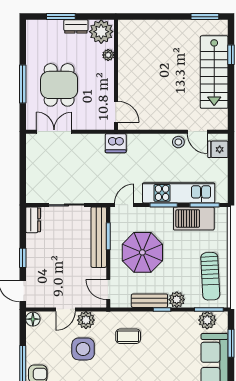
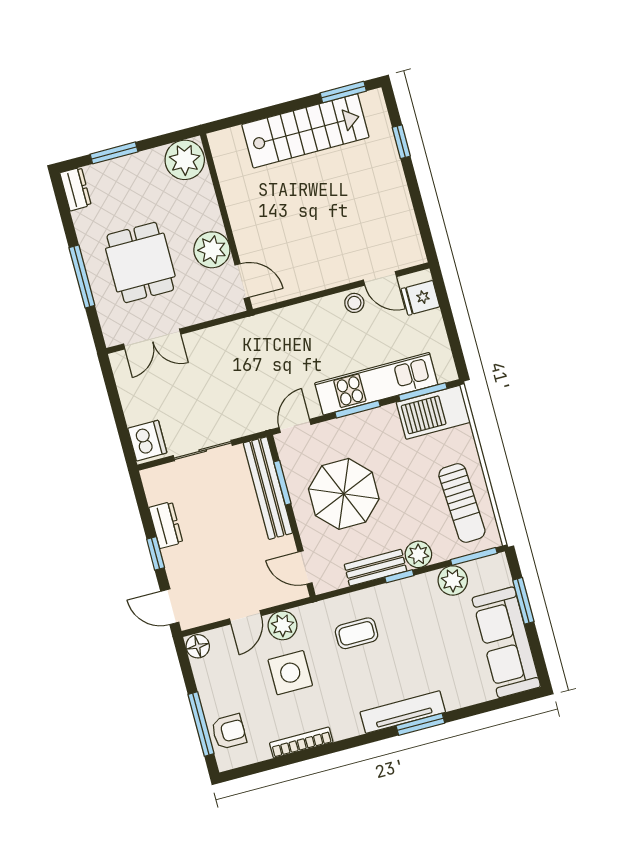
dresser: (76, 26) -> (76, 189), moved, turned -90
plant: (108, 55) -> (212, 250), moved, width x1.87, depth x1.87
stairs: (214, 72) -> (305, 131), moved, turned -90
double door: (54, 132) -> (152, 339), swing flipped
dishwasher: (116, 143) -> (147, 441), moved, turned -90
barbecue: (194, 219) -> (433, 412), moved
dresser: (33, 220) -> (166, 525), moved
plant: (207, 320) -> (453, 580), moved

